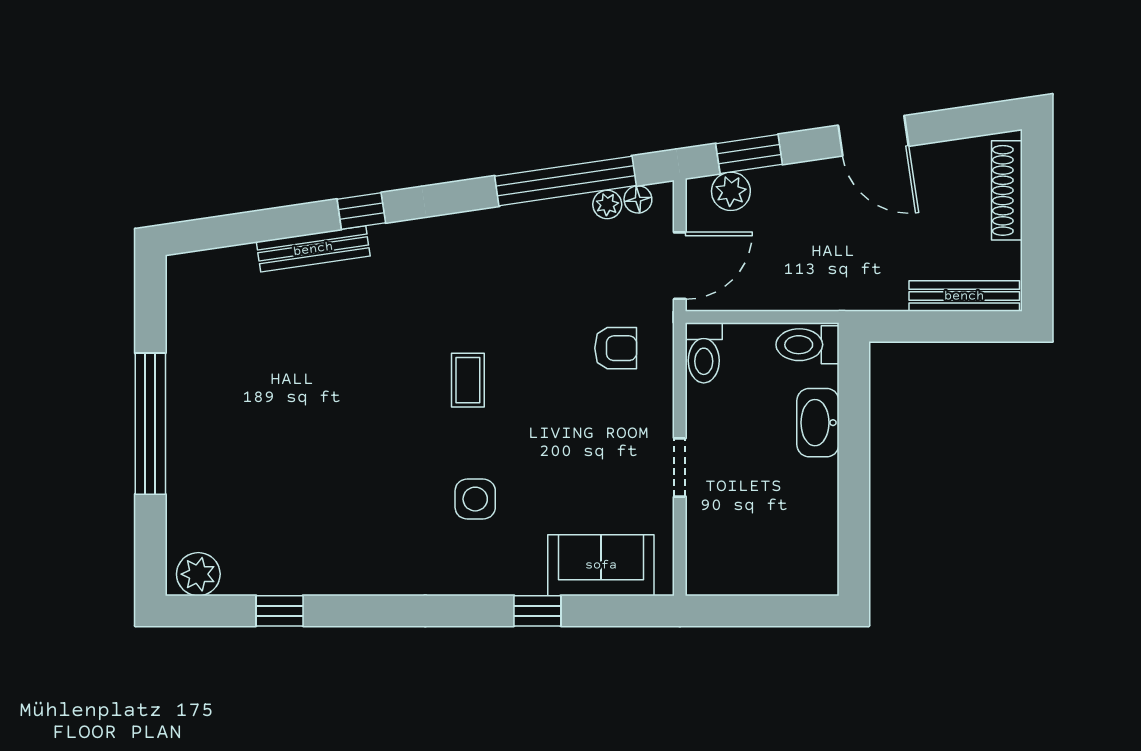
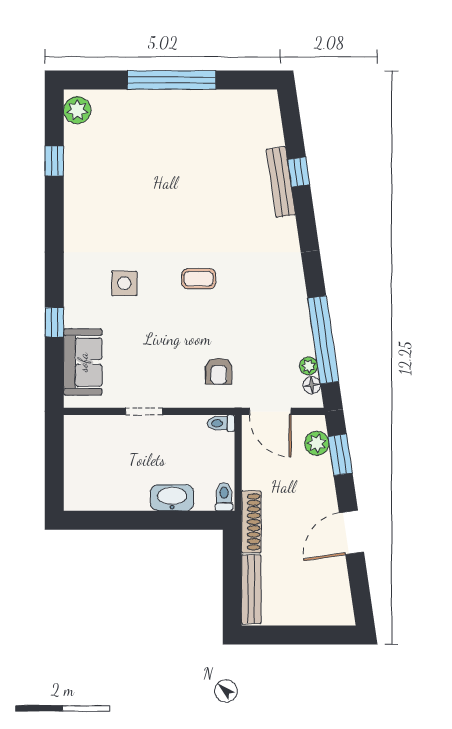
shoe rack: (1007, 190) -> (251, 522), moved, turned 90
window: (361, 211) -> (299, 172), moved
toilet: (807, 345) -> (224, 497), width x0.73, depth x0.72
toilet: (704, 353) -> (221, 423), width x0.73, depth x0.72

